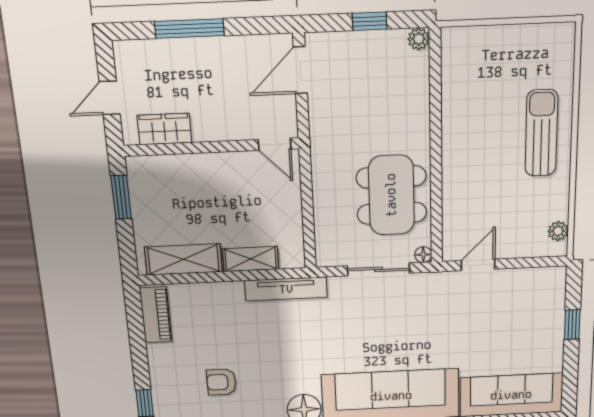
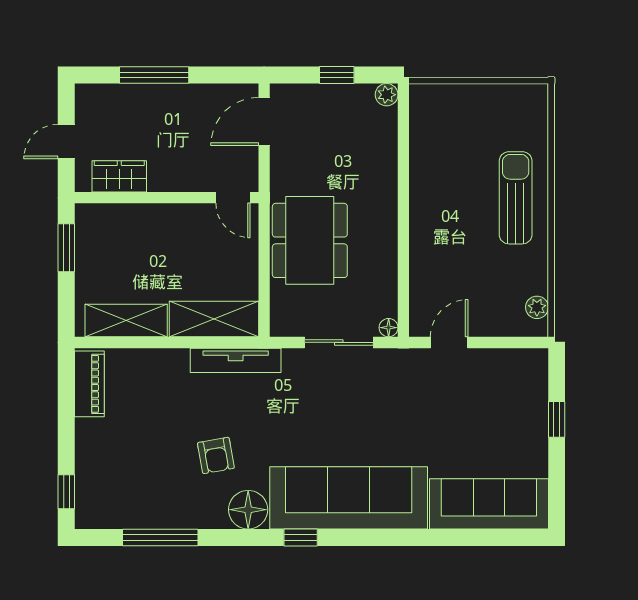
dining table: (391, 195) -> (310, 240), moved
shelving: (251, 259) -> (214, 319), width x1.50, depth x1.33
armchair: (221, 382) -> (216, 455), moved, turned -100

